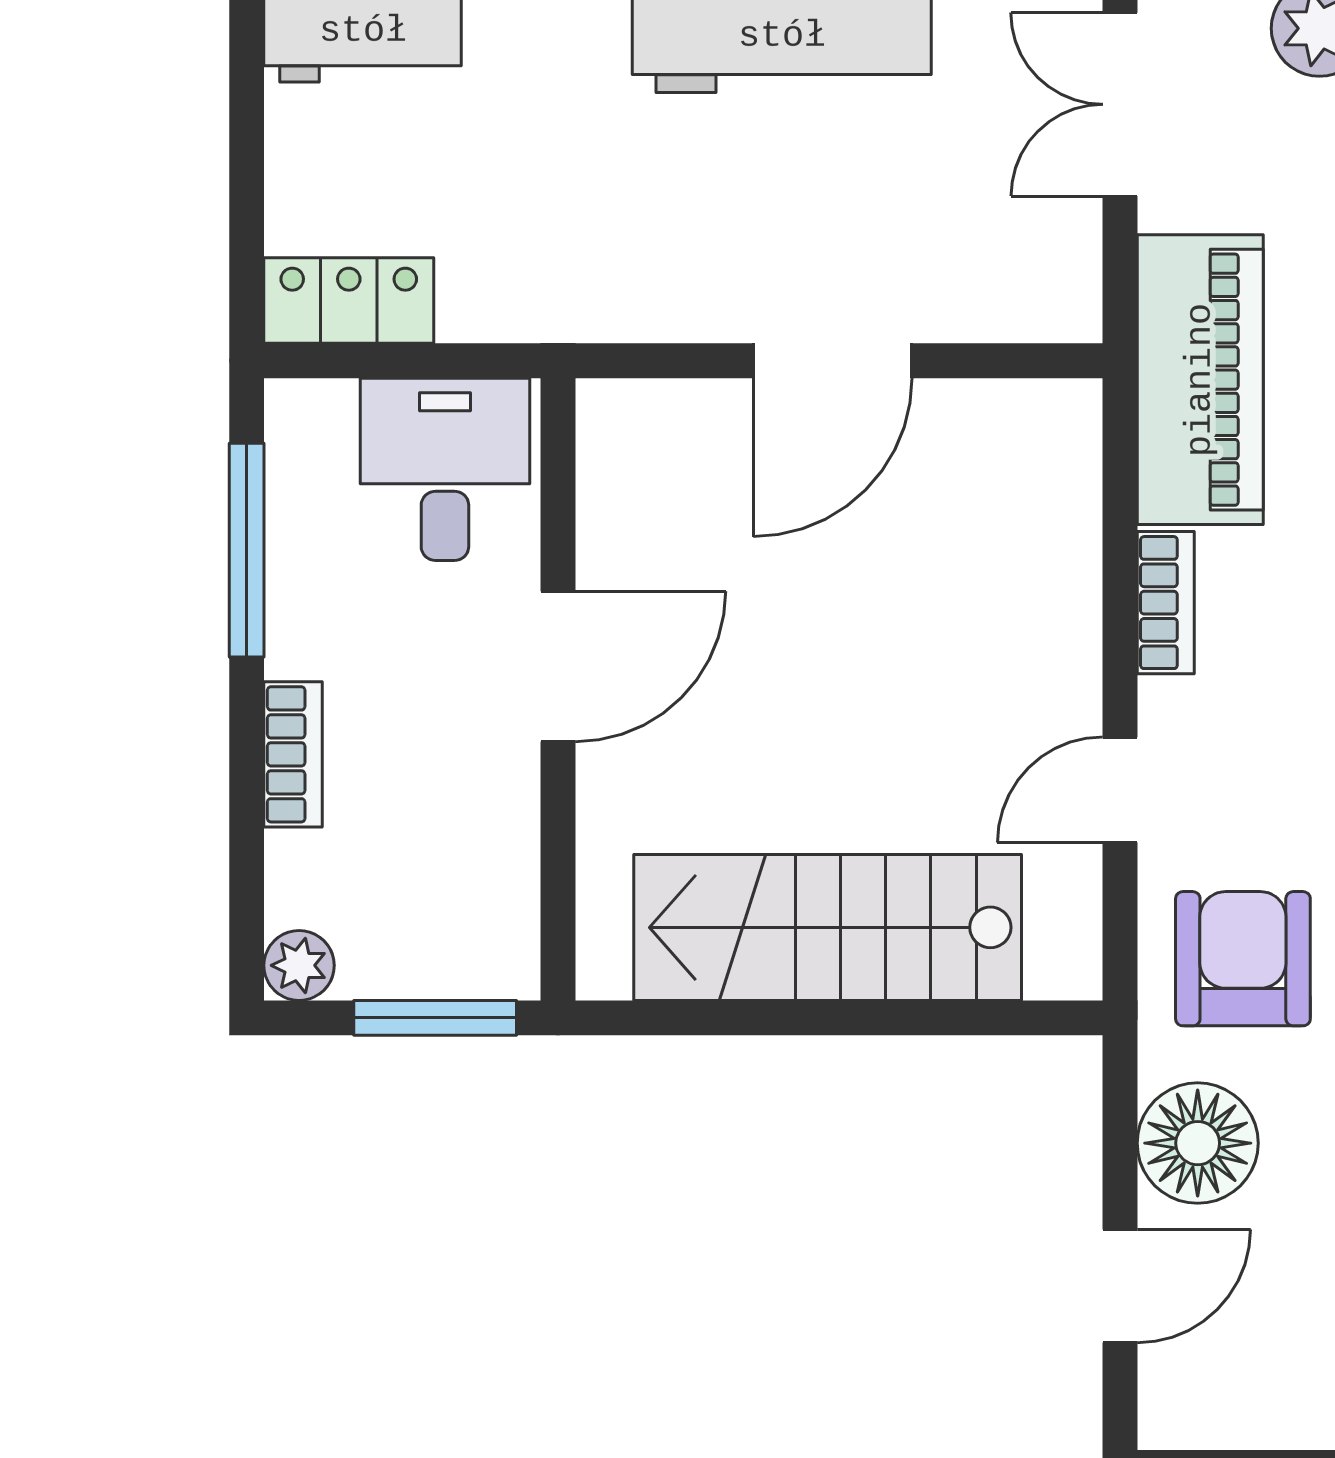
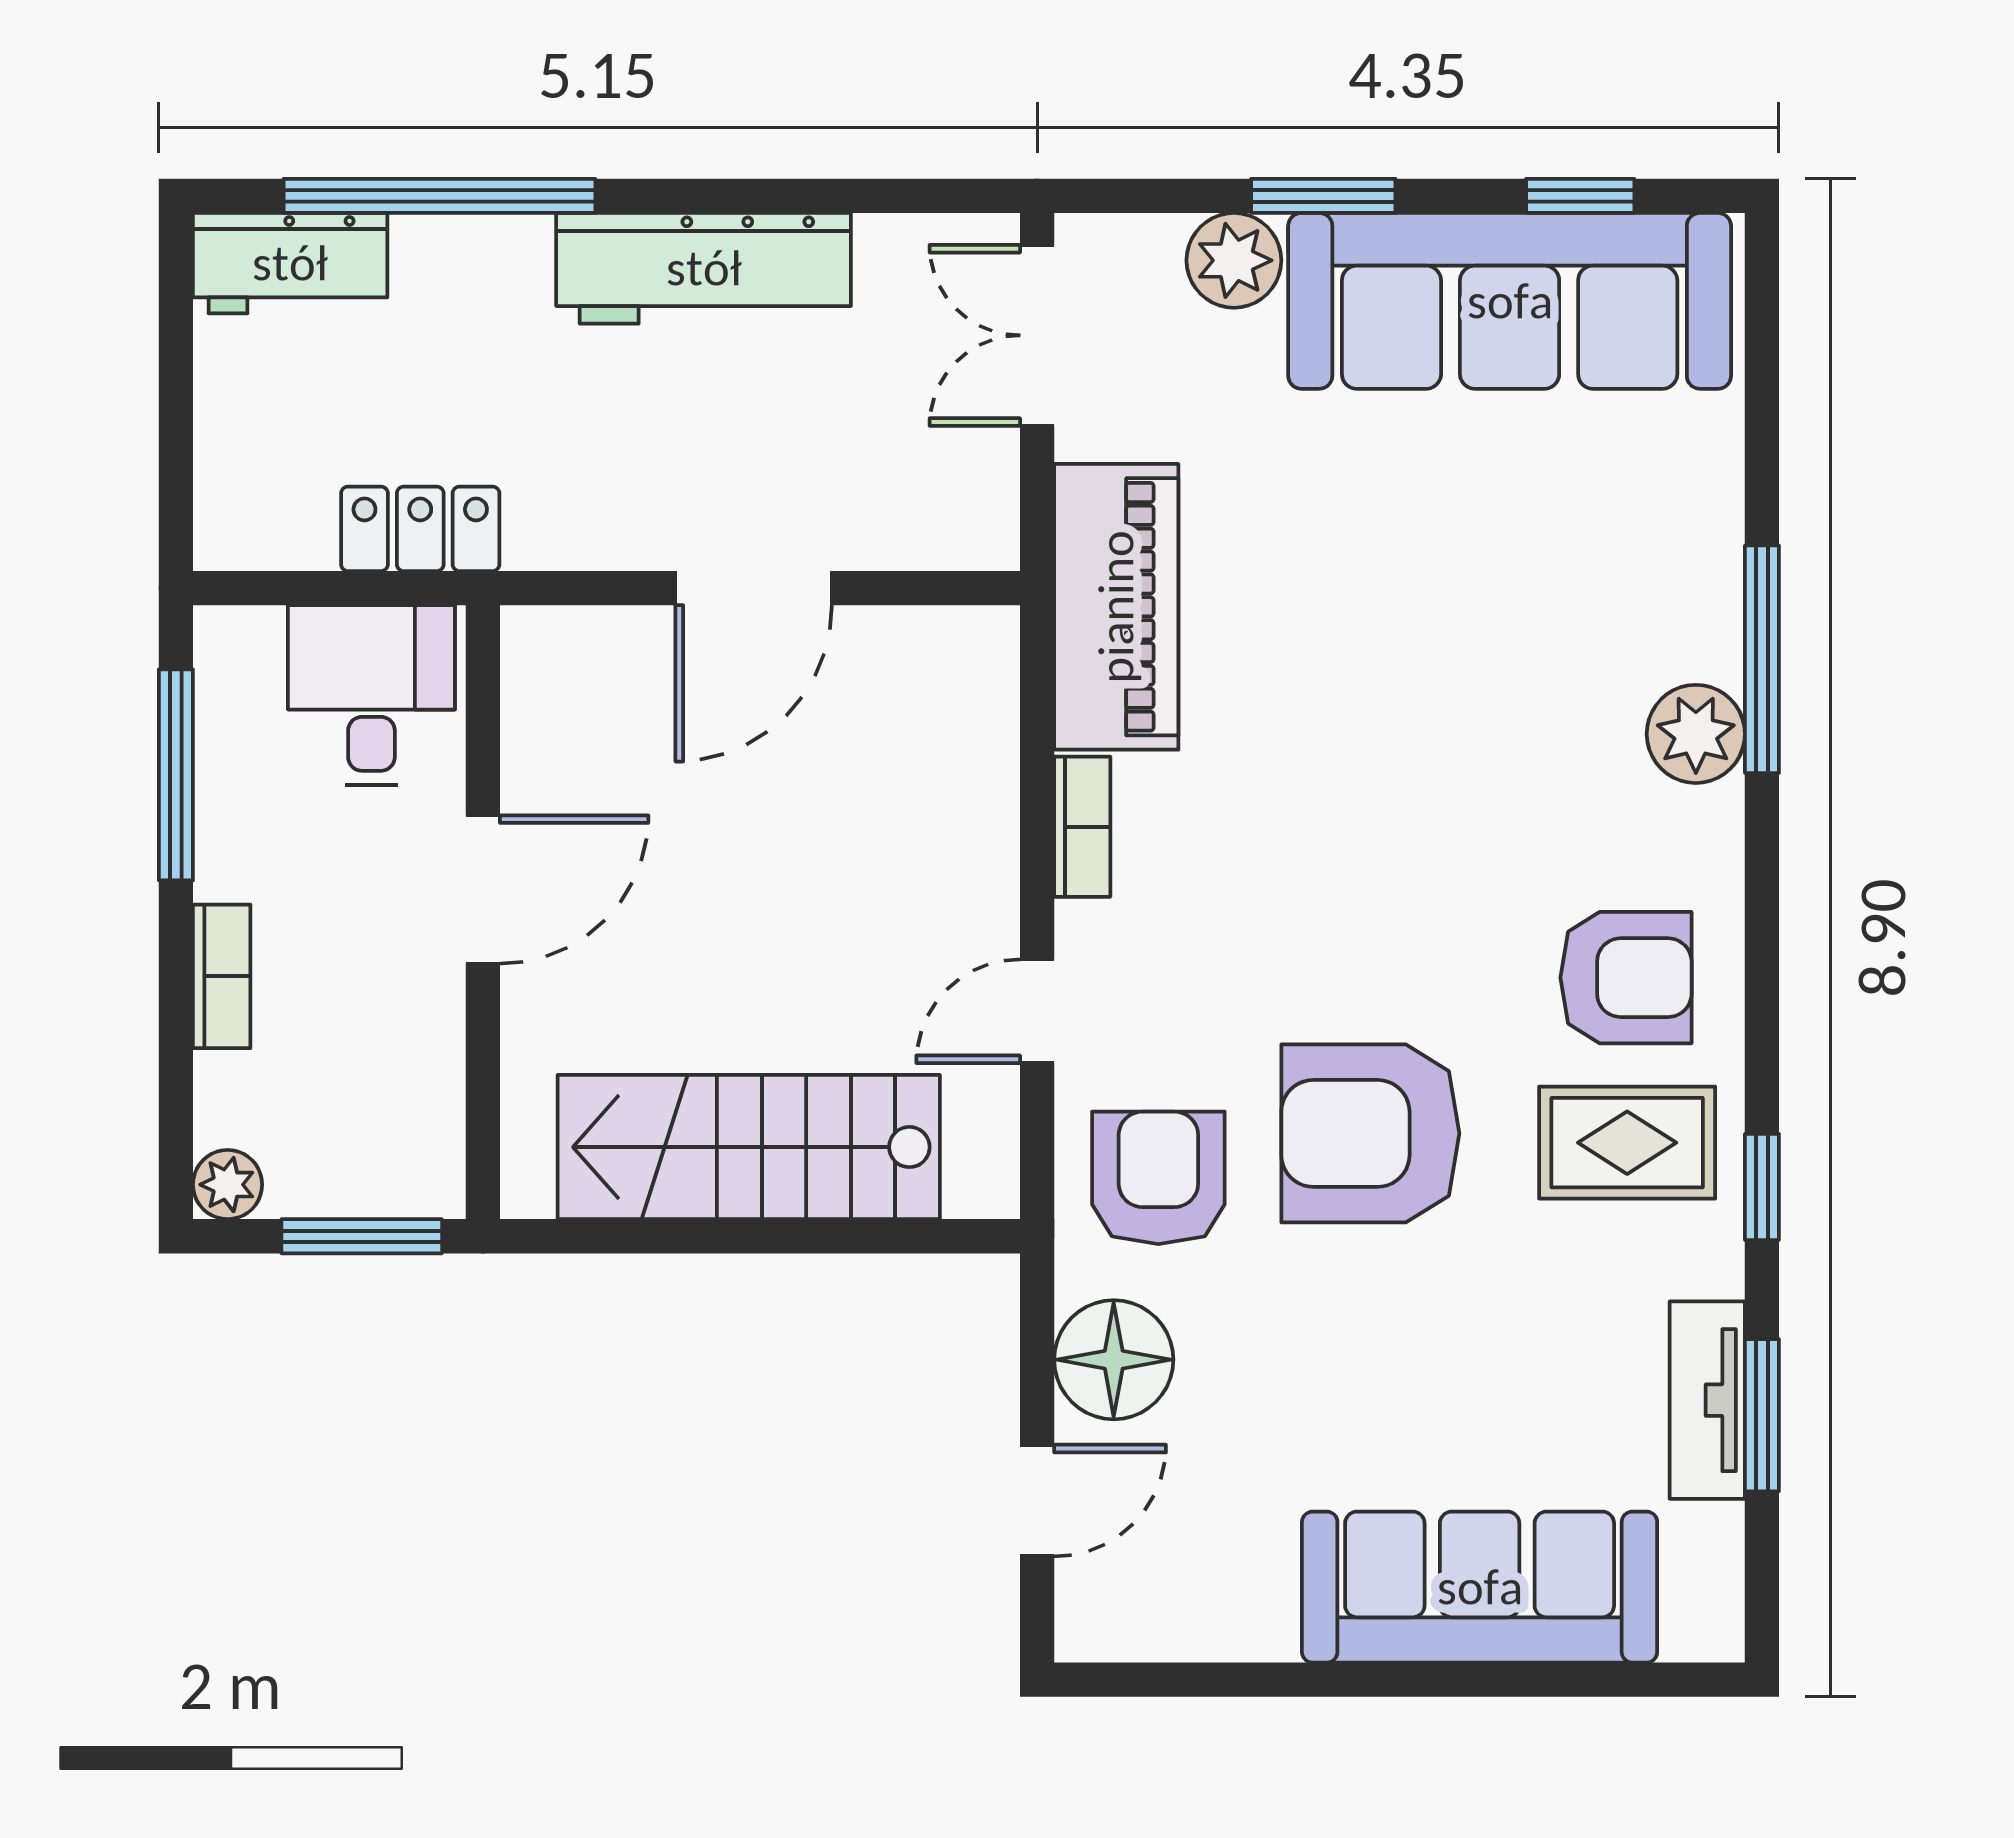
locker: (349, 301) -> (420, 529), moved

